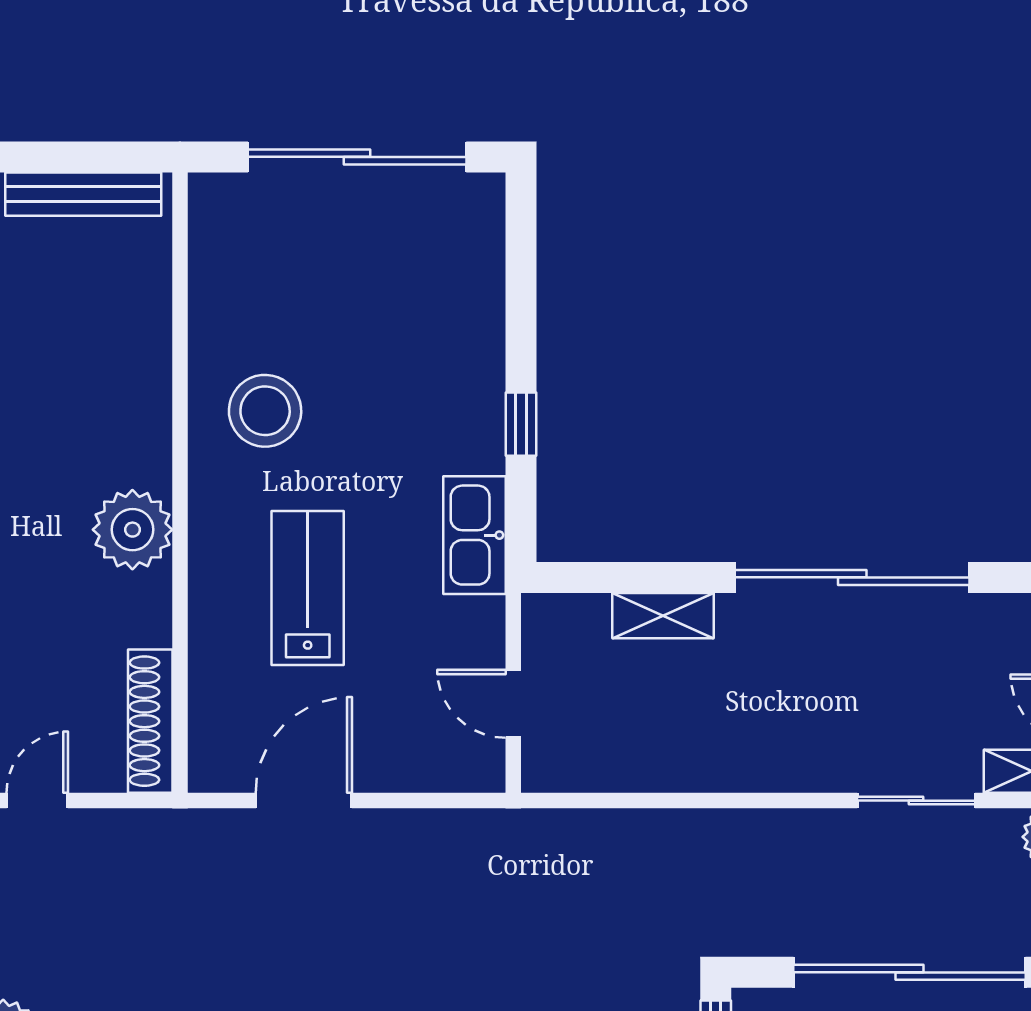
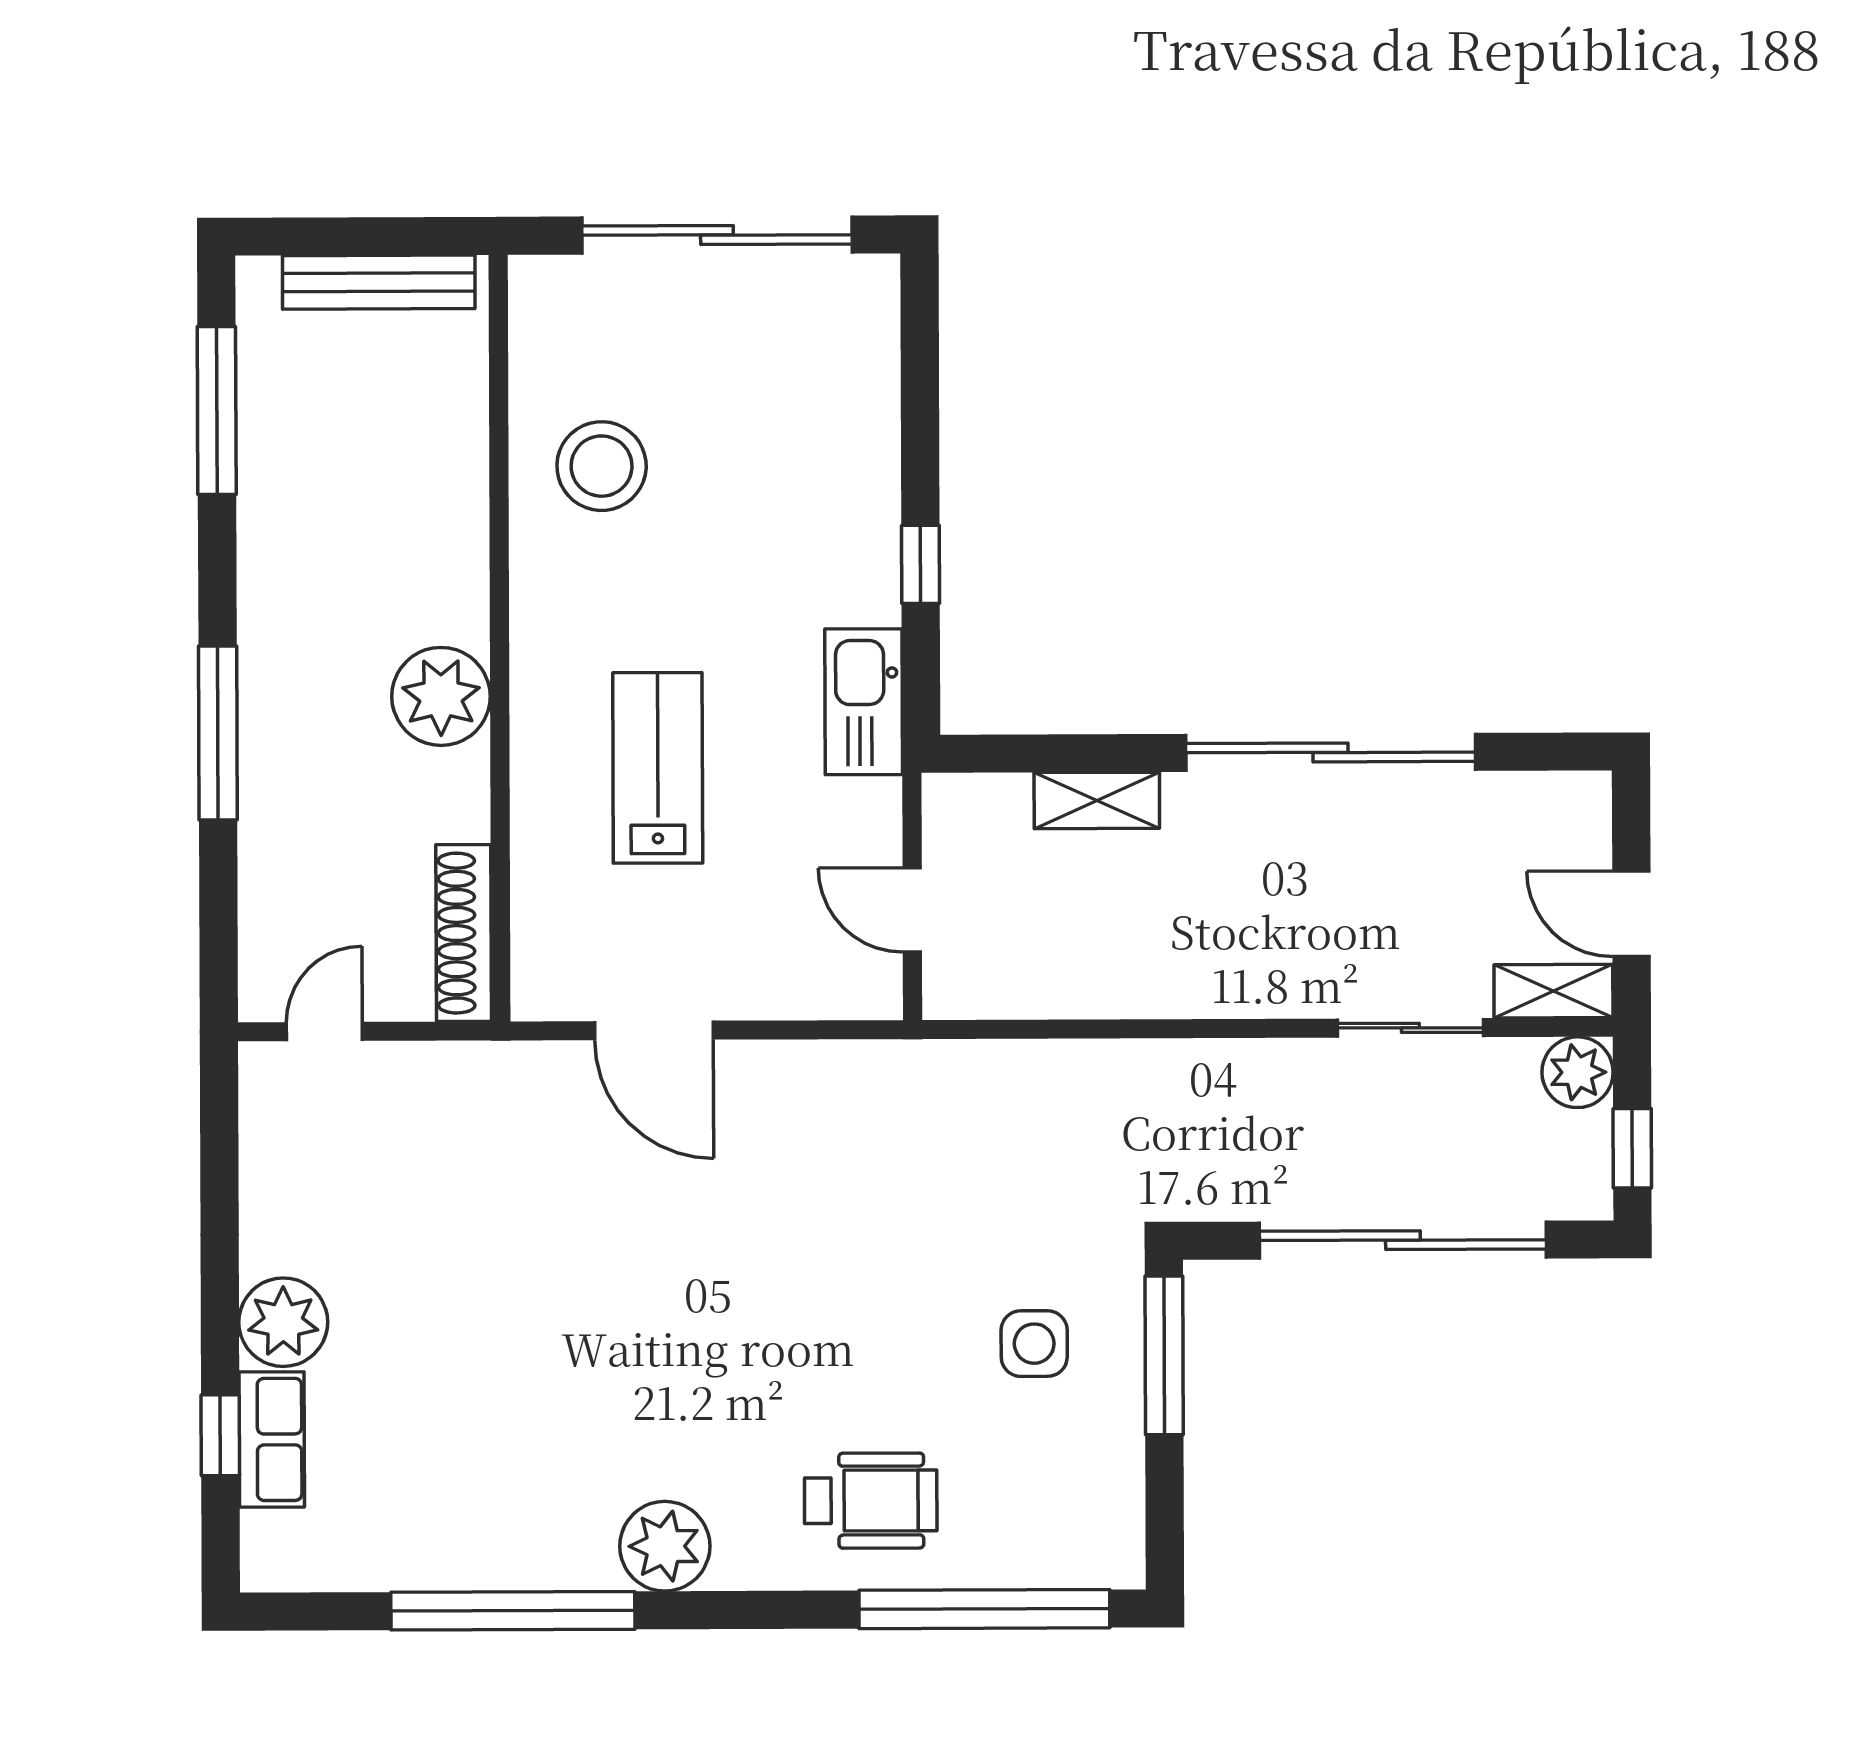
stool: (265, 411) -> (602, 466), moved
door: (304, 801) -> (654, 1030), swing flipped

